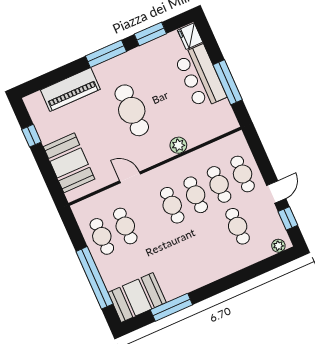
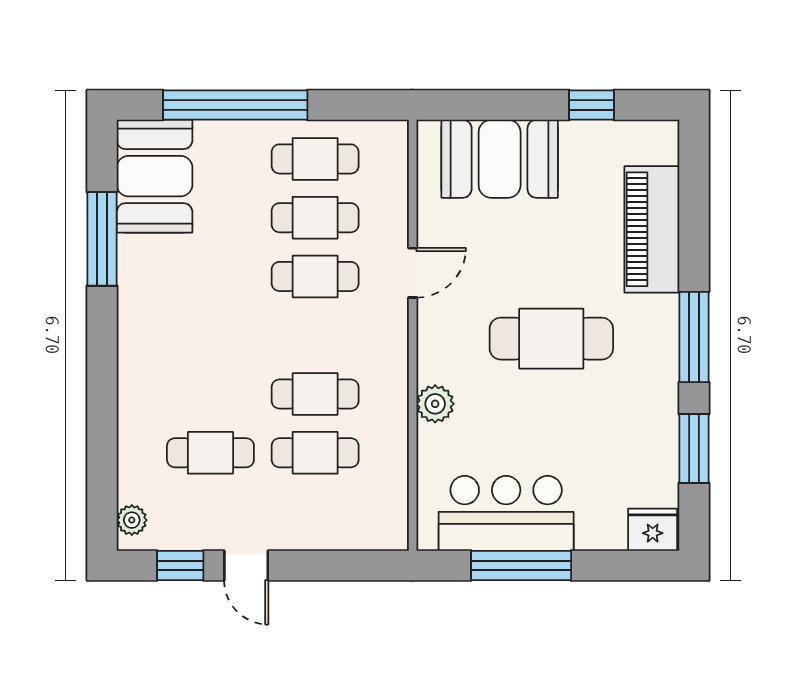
bar counter: (200, 77) -> (506, 513), moved
cafe table: (243, 174) -> (315, 512), removed
cafe table: (172, 205) -> (315, 276), moved

